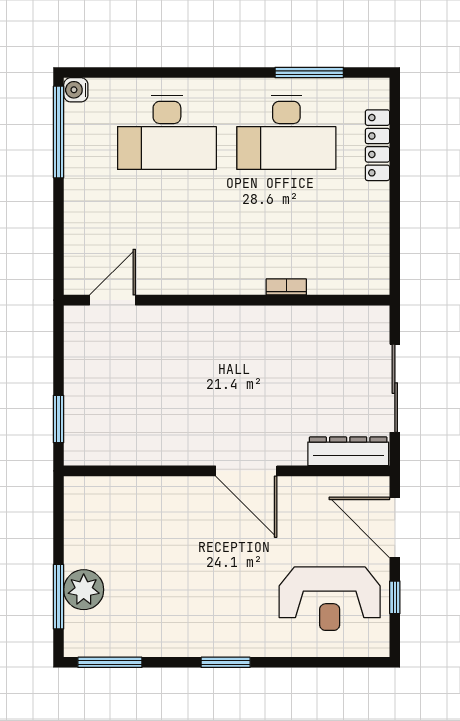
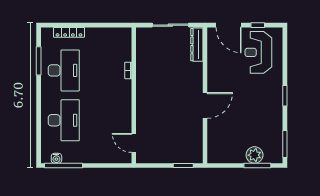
water cooler: (76, 90) -> (56, 158), moved
door: (246, 471) -> (205, 105), moved
door: (395, 528) -> (229, 25), hinge flipped
reception desk: (330, 599) -> (258, 52), turned 180

